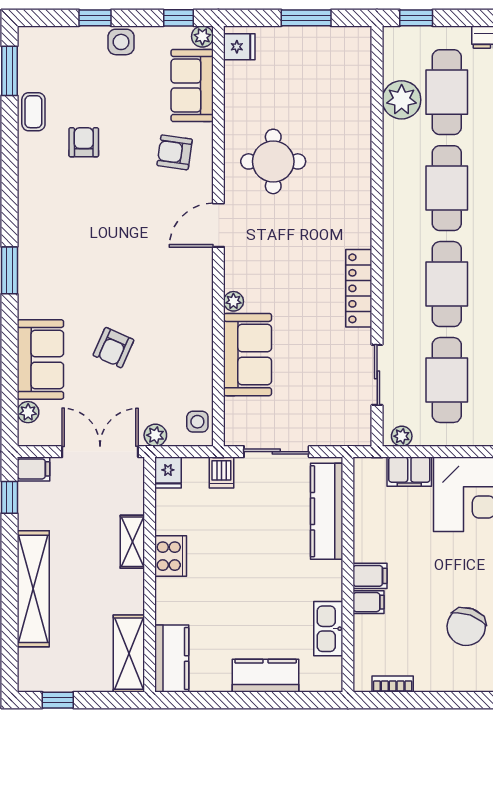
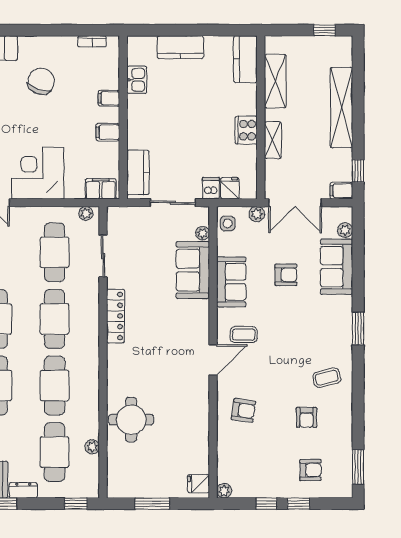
window: (179, 18) -> (266, 504), moved
side table: (121, 42) -> (281, 487), removed
armchair: (78, 66) -> (310, 470), added
sofa: (192, 85) -> (231, 282), moved
plant: (402, 100) -> (92, 447), width x0.53, depth x0.53
coffee table: (33, 112) -> (327, 378), moved, turned 76
round table: (273, 161) -> (131, 420), moved
coffee table: (174, 262) -> (244, 335), added
plant: (233, 301) -> (203, 233), moved
armchair: (113, 348) -> (286, 275), turned 66
fridge: (168, 472) -> (230, 188), moved
filing cabinet: (409, 472) -> (101, 189), moved
kitchen counter: (327, 511) -> (138, 172), width x0.67
filing cabinet: (370, 576) -> (108, 132), moved
kitchen sink: (328, 629) -> (137, 80), width x0.73
shelving: (129, 654) -> (275, 81), moved

